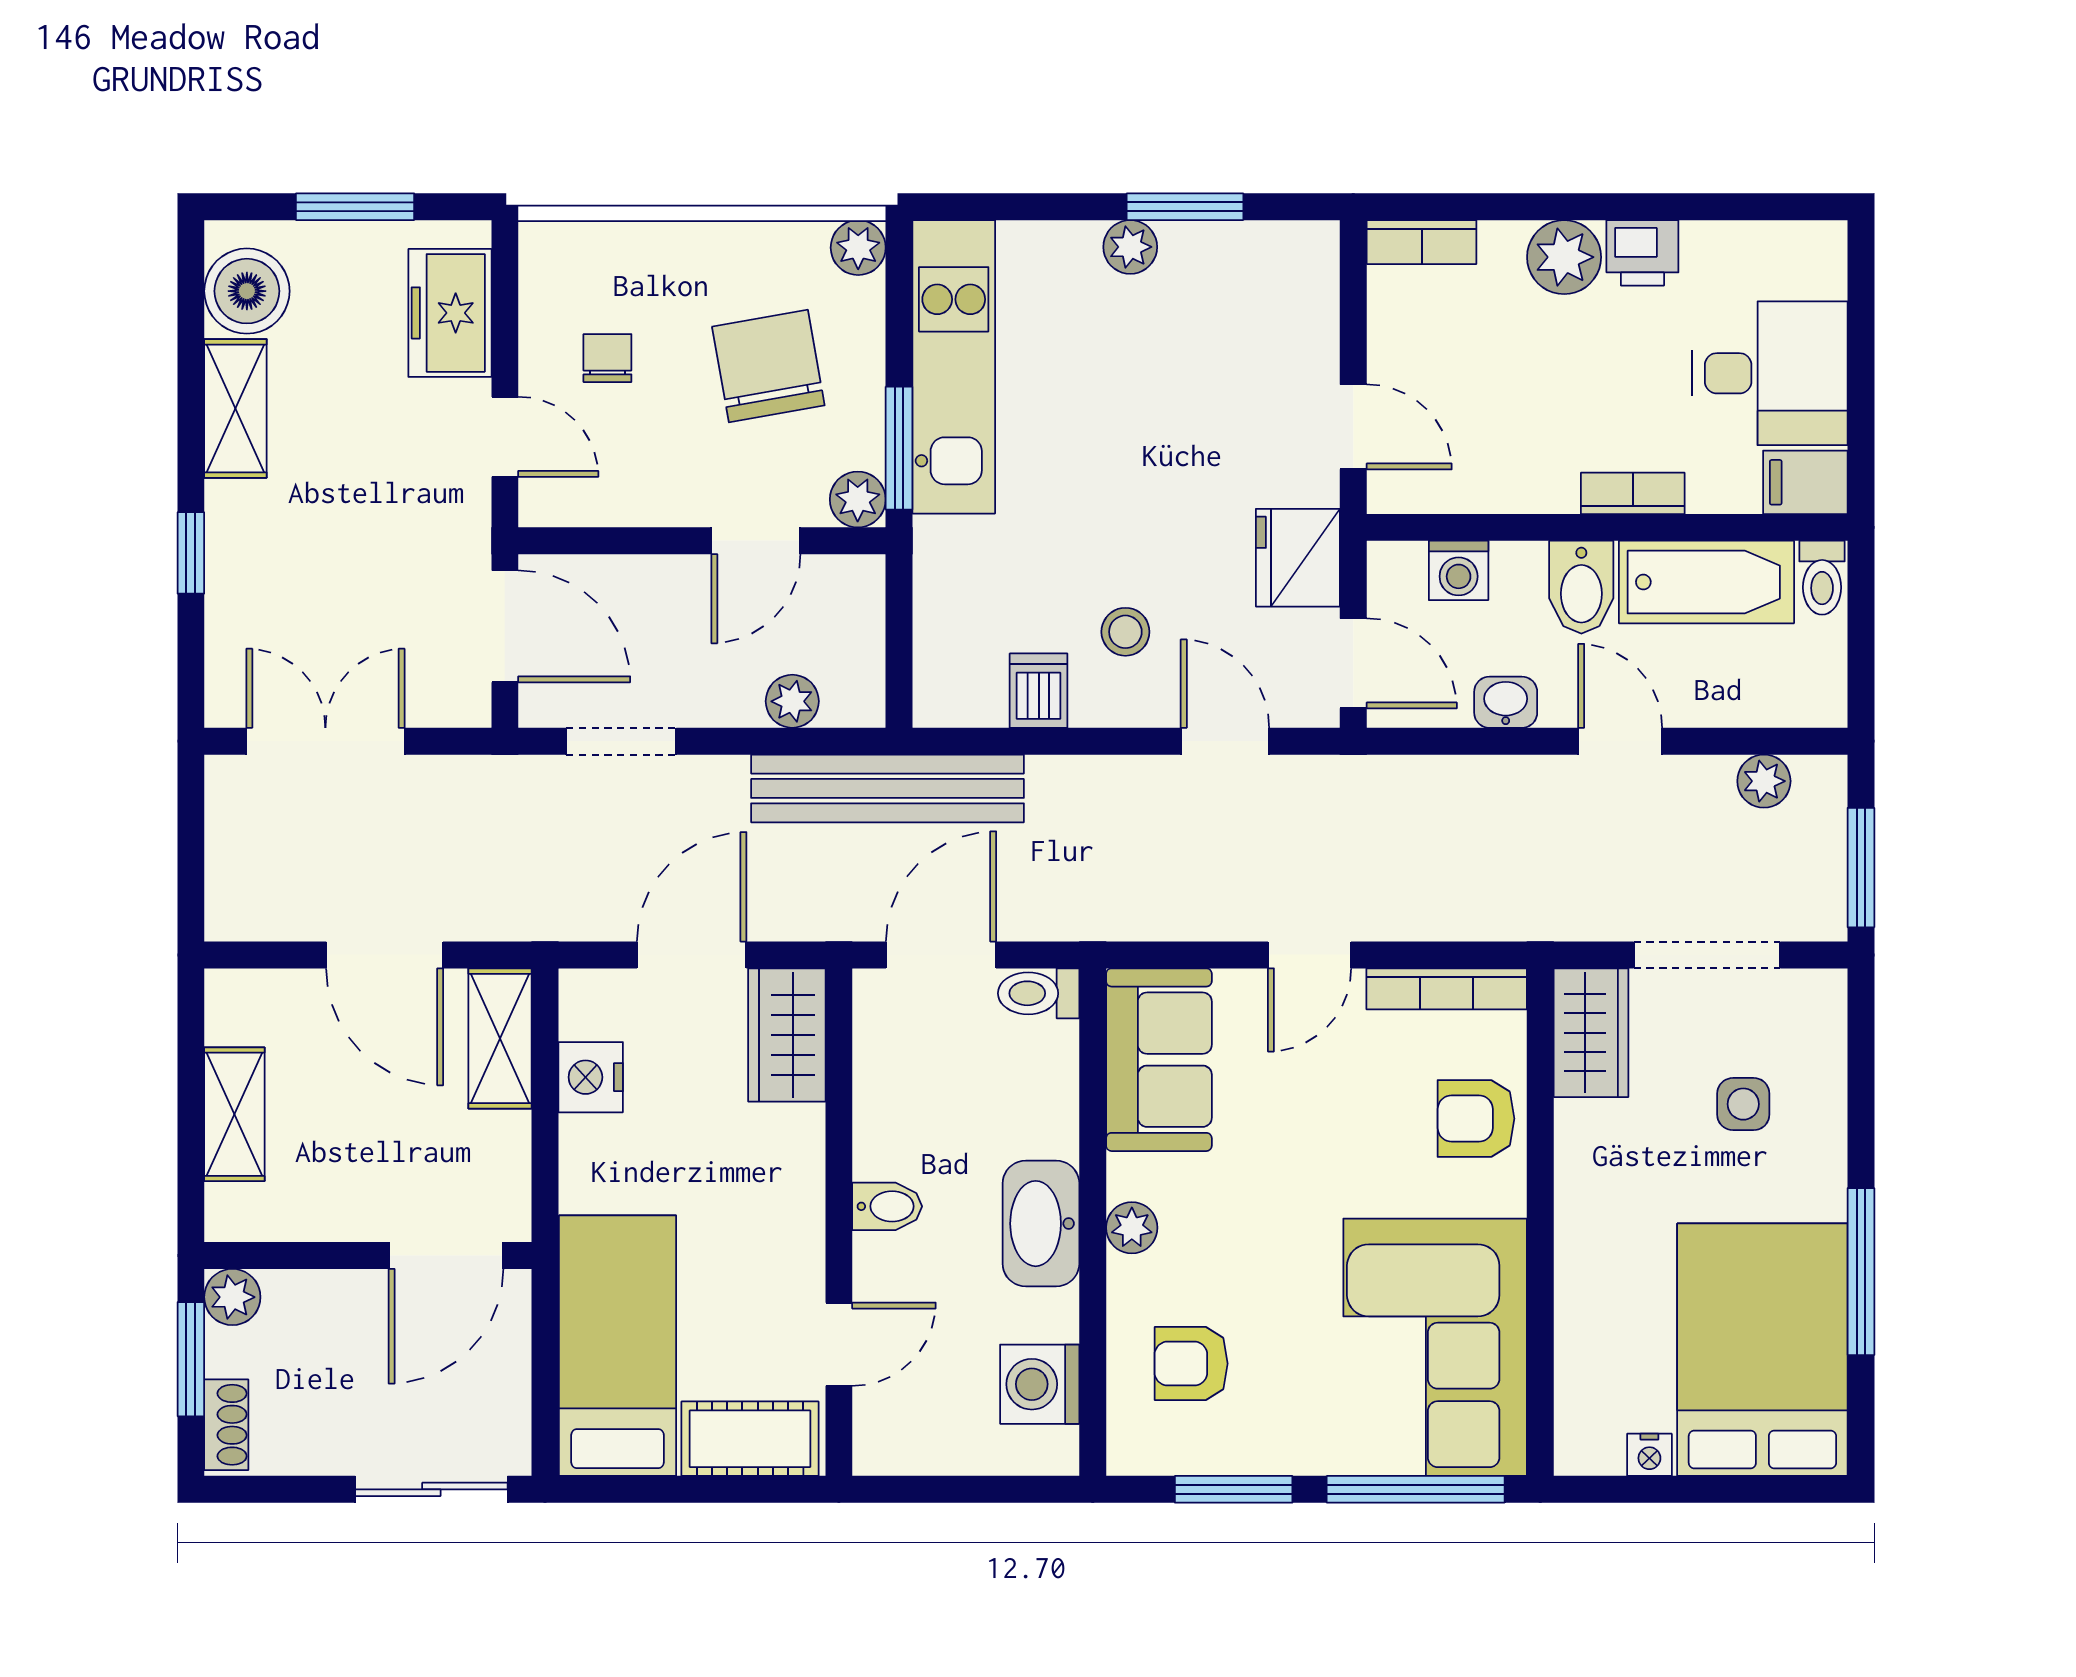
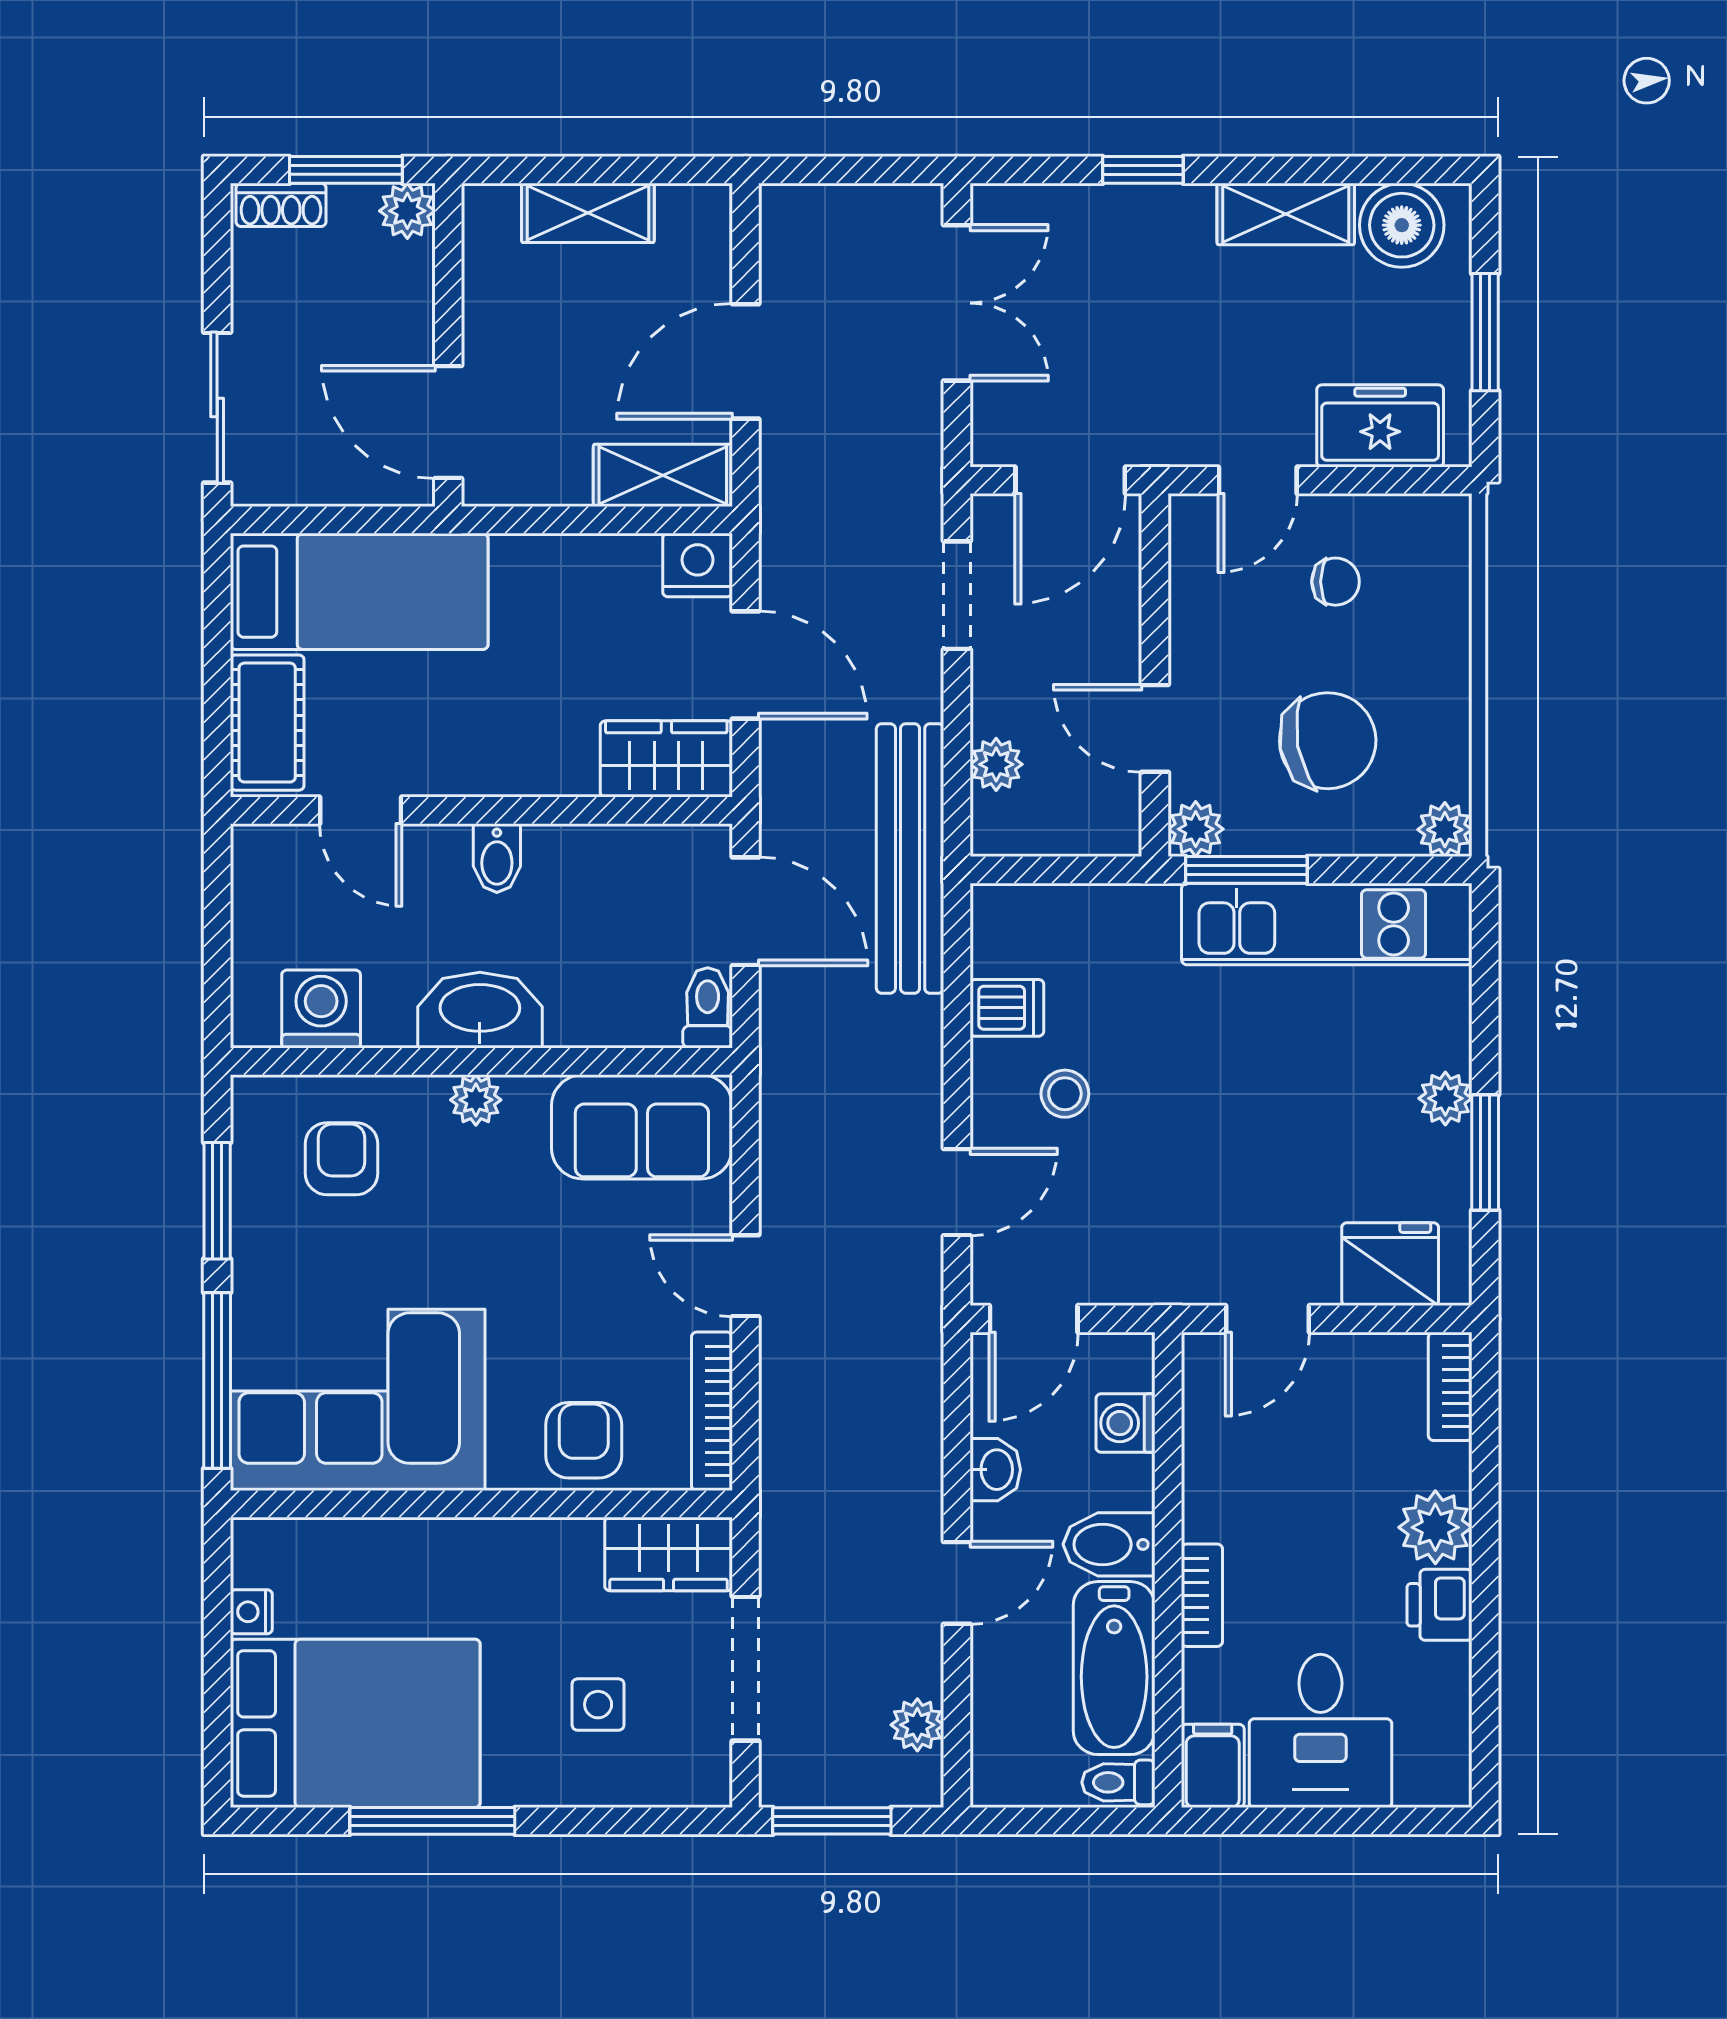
fridge: (1298, 558) -> (1390, 1264), moved
nightstand: (591, 1077) -> (698, 565), moved

